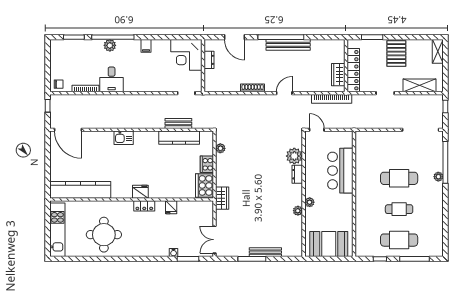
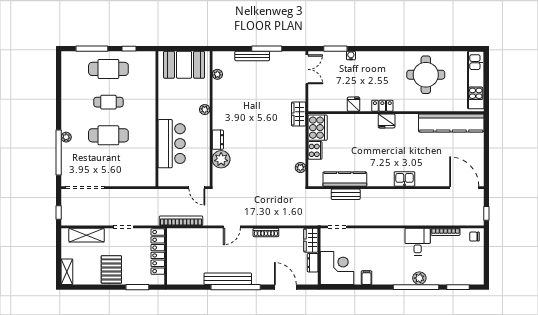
filing cabinet: (146, 46) -> (367, 278), moved
wardrobe: (338, 75) -> (311, 240), moved, turned 180
plant: (298, 211) -> (217, 74), moved

